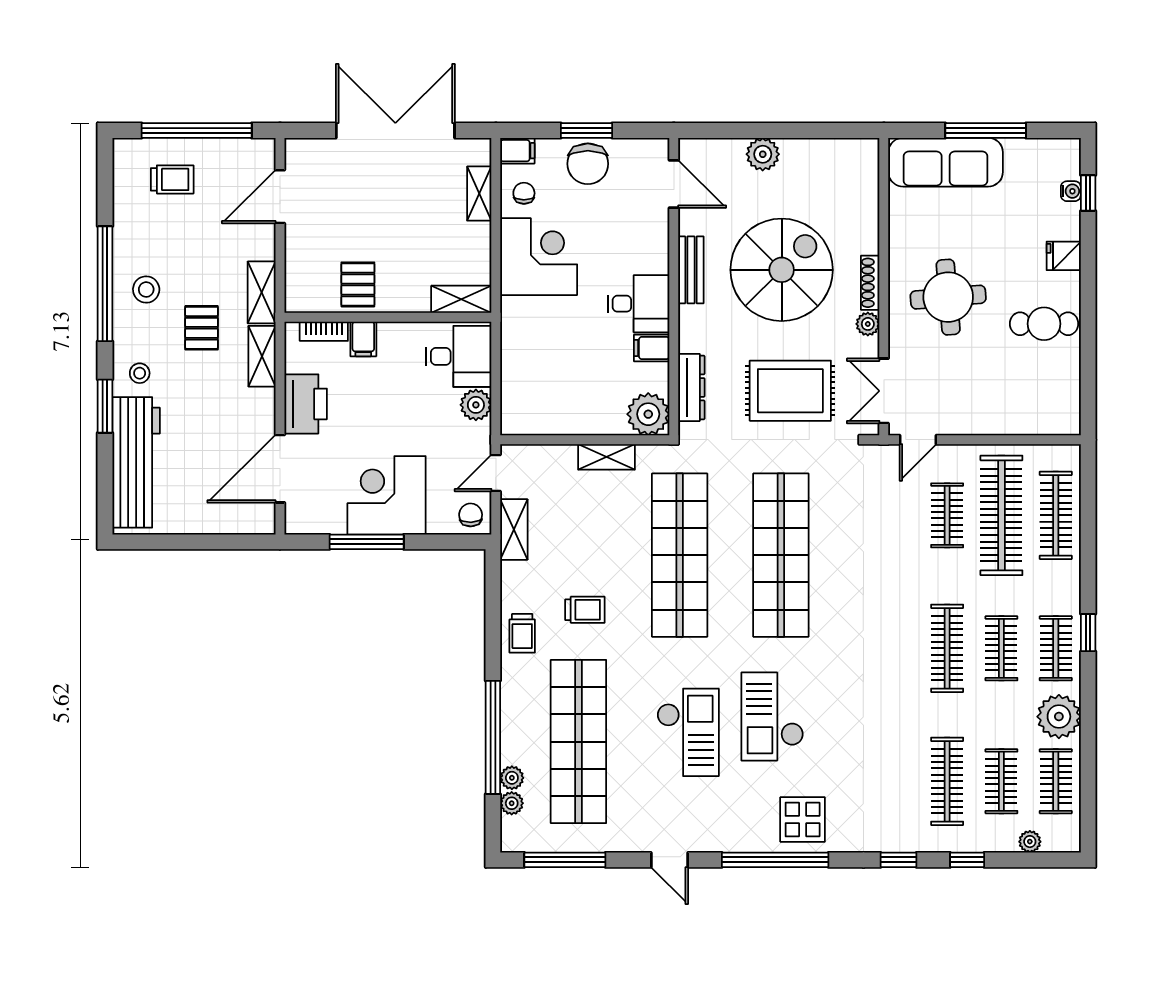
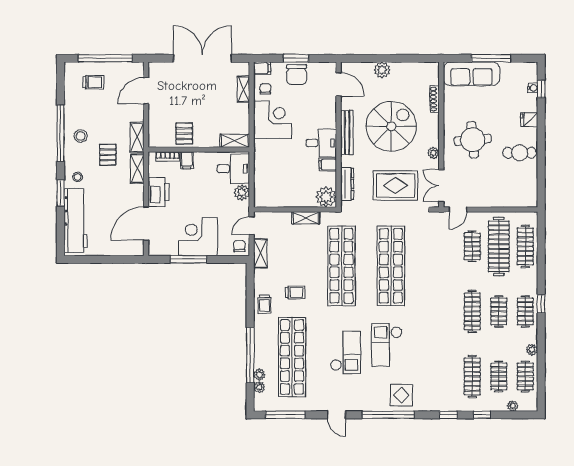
bench: (691, 270) -> (347, 132), width x1.36
shoe rack: (870, 283) -> (435, 99), moved
plant: (1059, 717) -> (532, 350), width x0.53, depth x0.53

